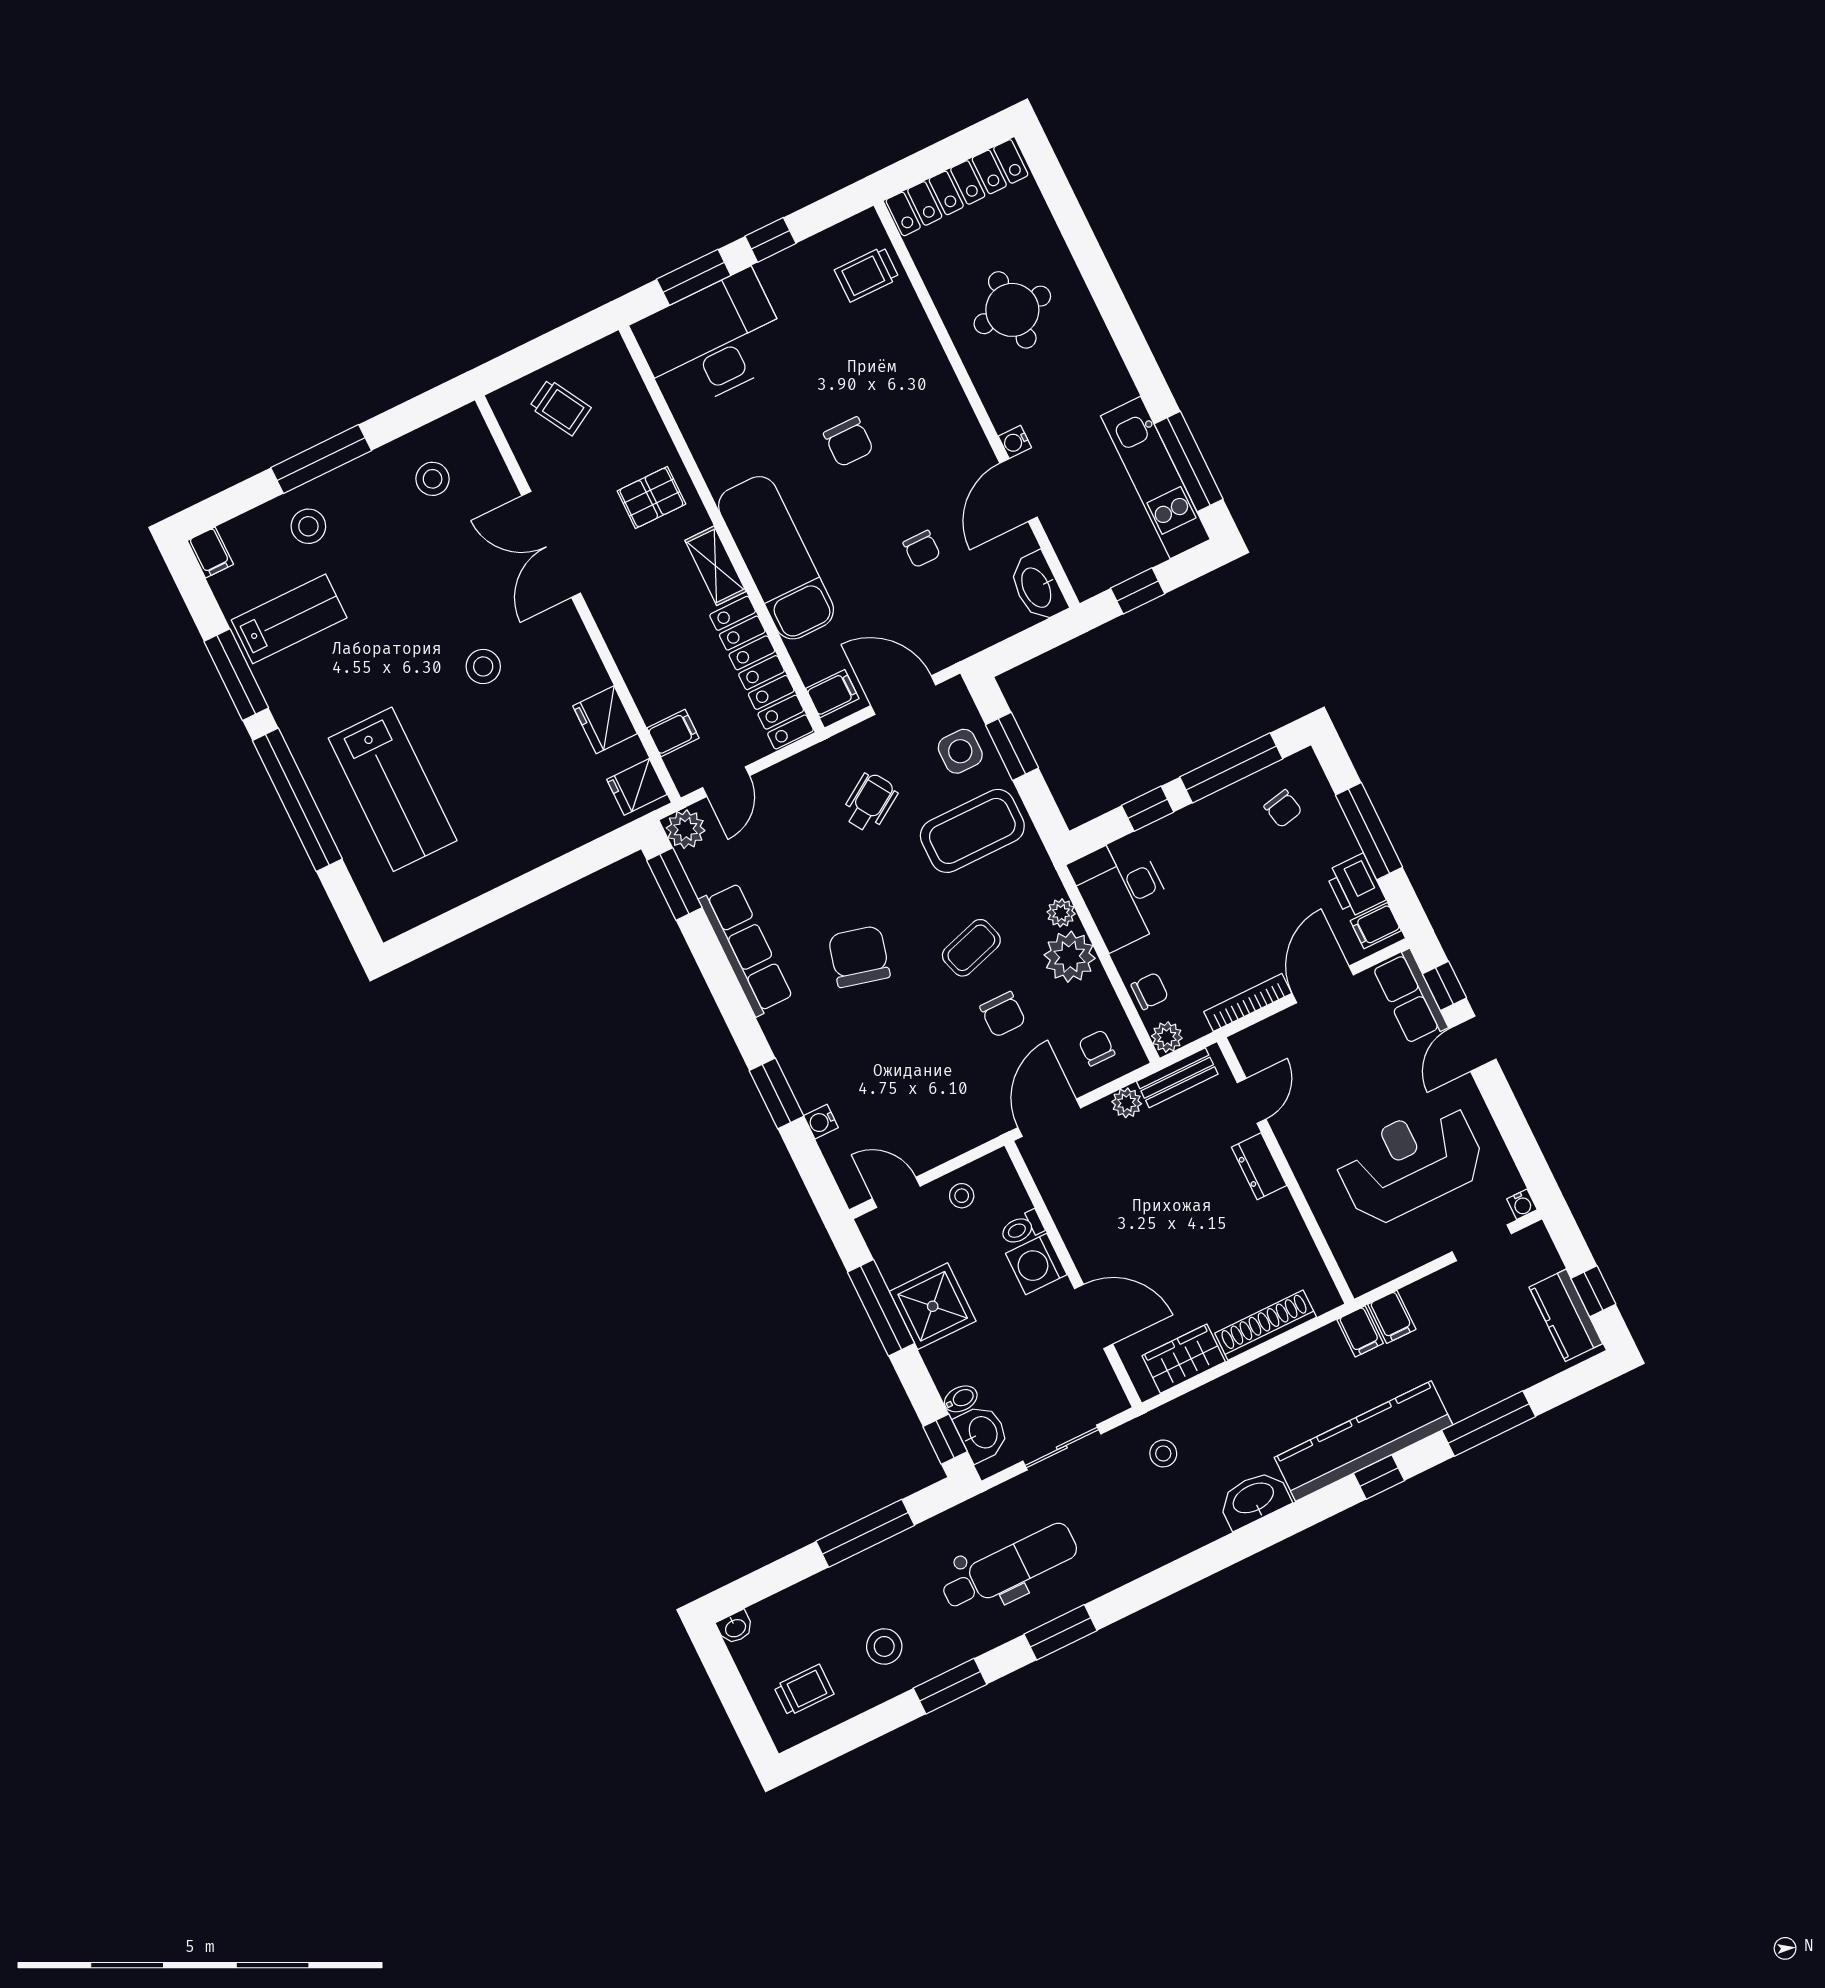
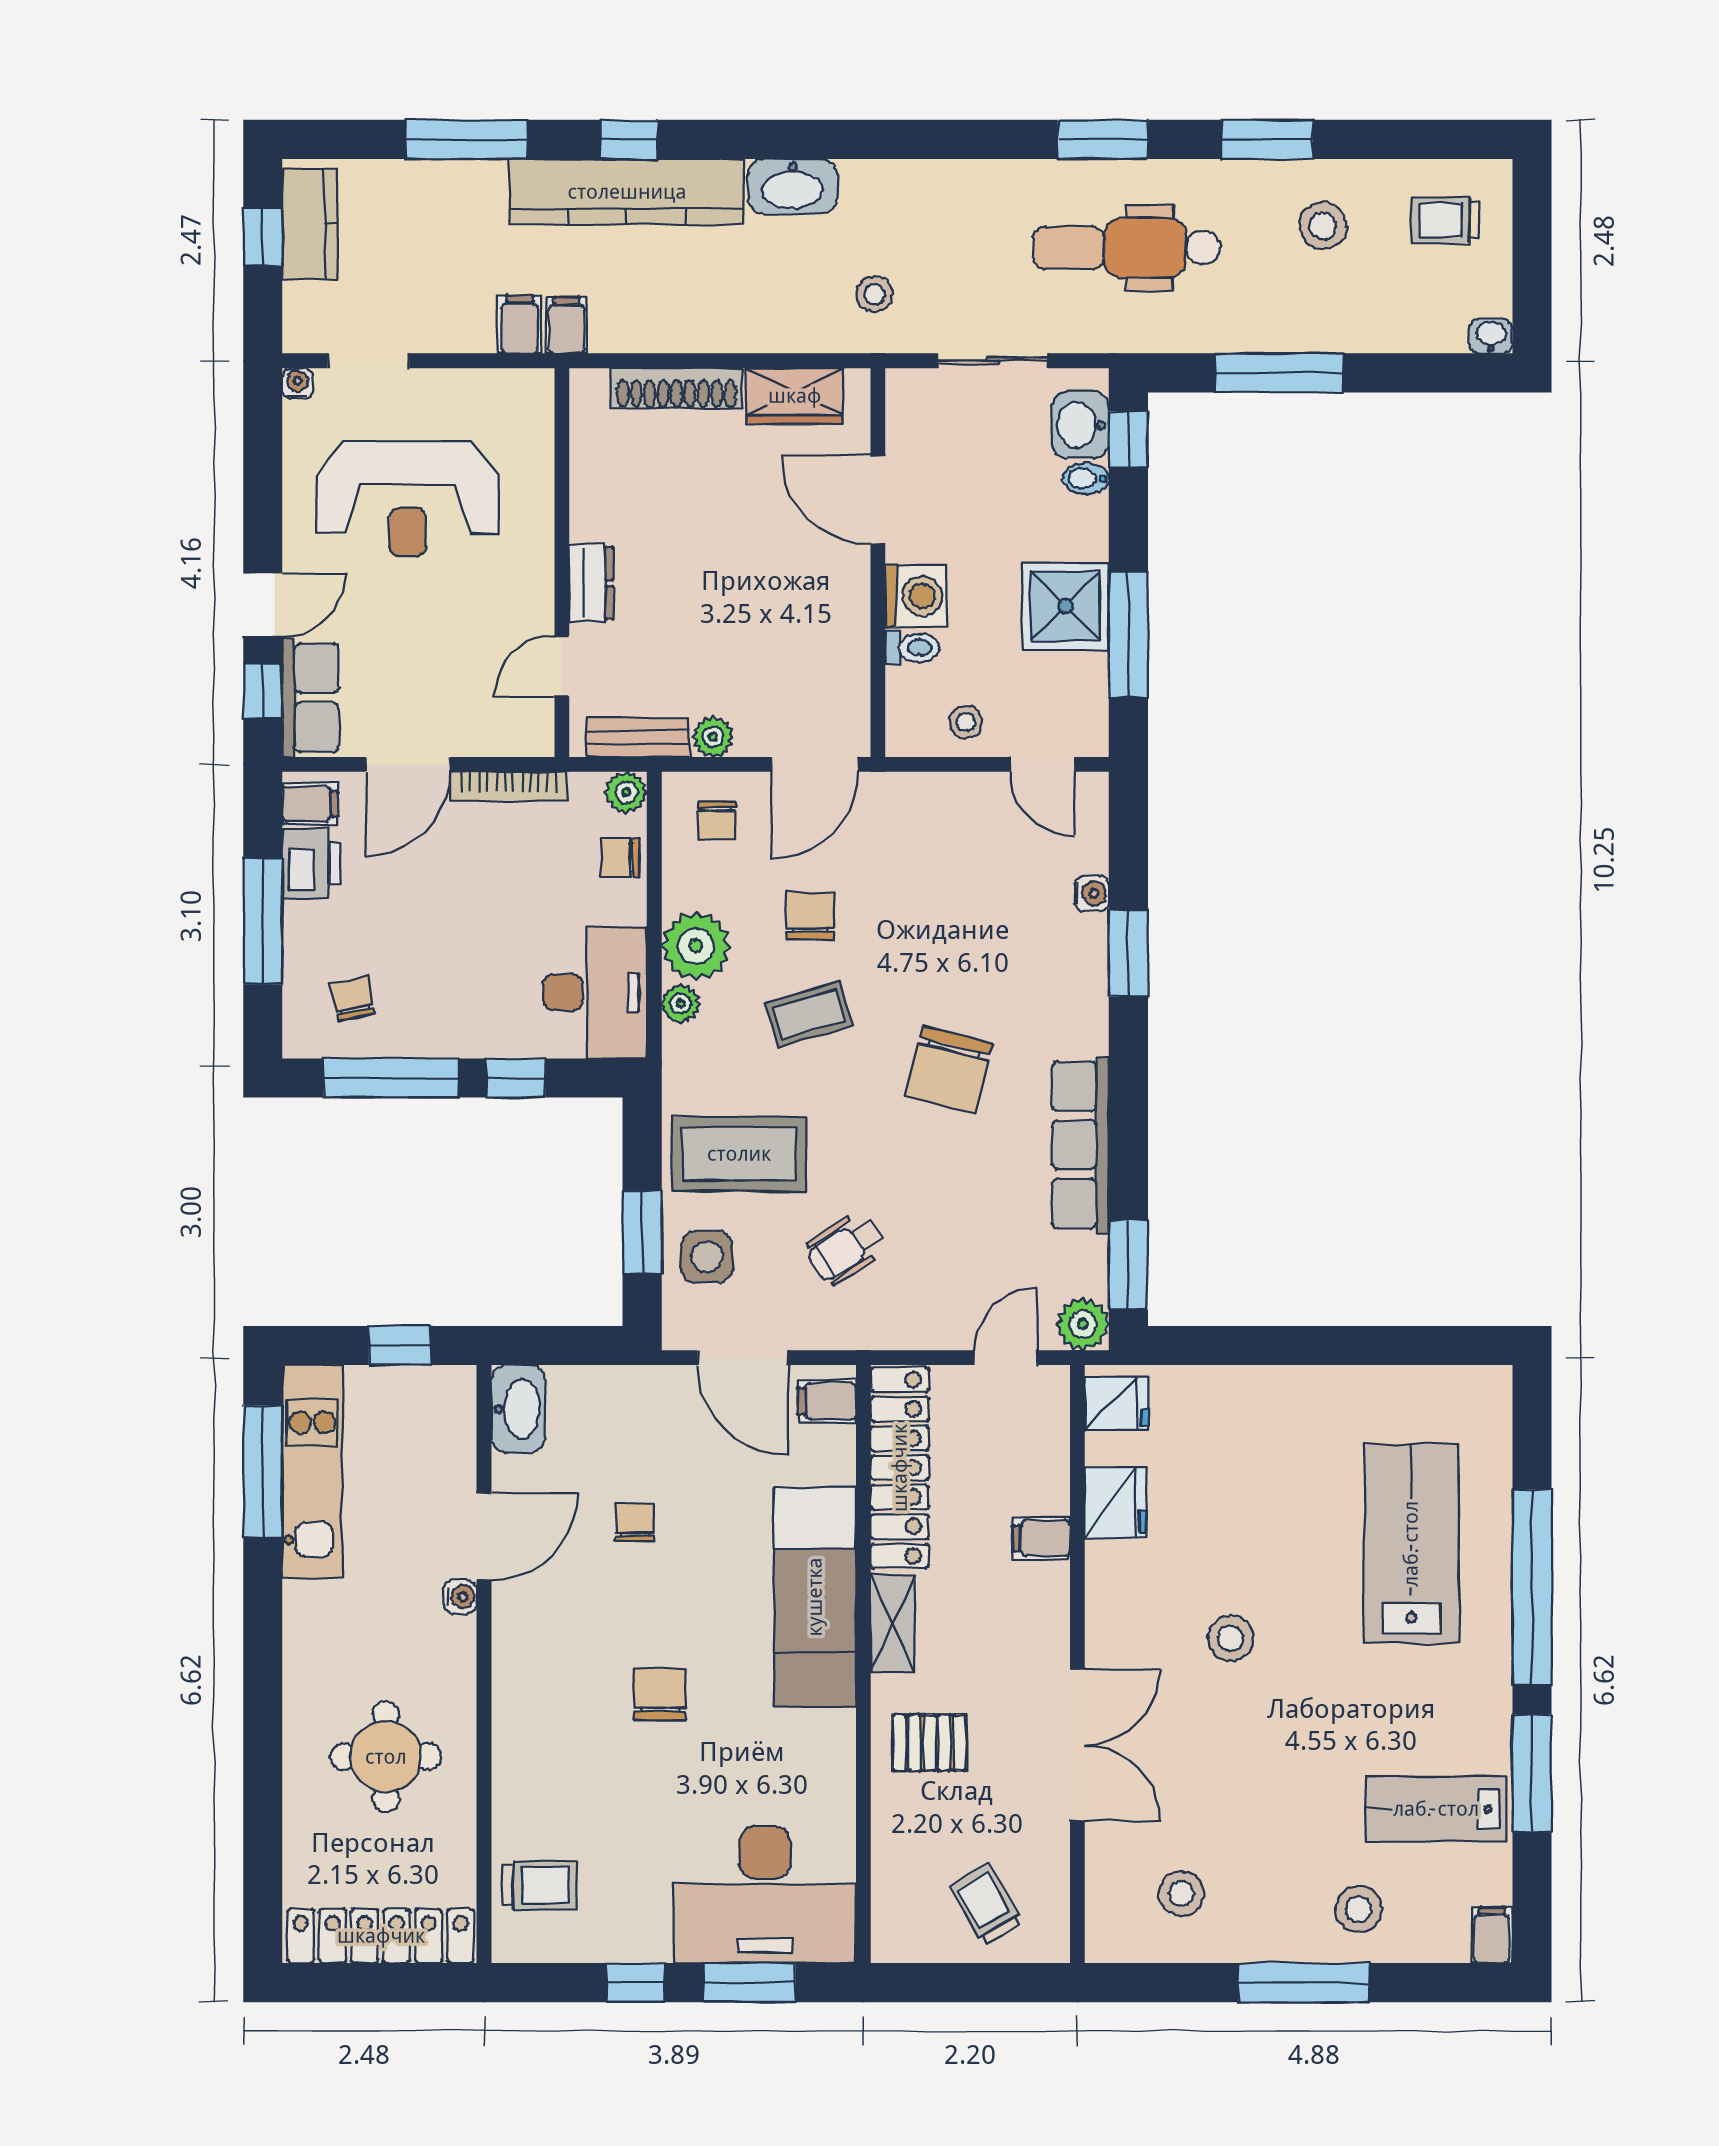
filing cabinet: (673, 733) -> (1041, 1538), moved

